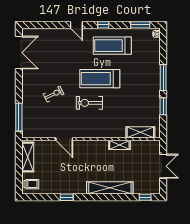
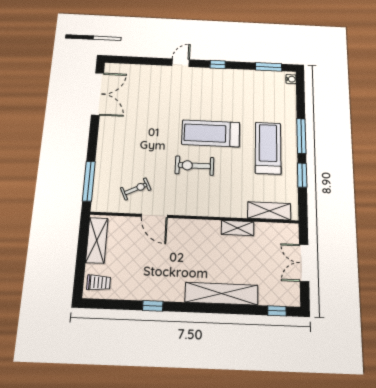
door: (76, 25) -> (181, 63), swing flipped
treadmill: (112, 46) -> (268, 148), moved, turned 90
exercise bike: (54, 94) -> (136, 189), moved
double door: (163, 166) -> (304, 263), swing flipped

